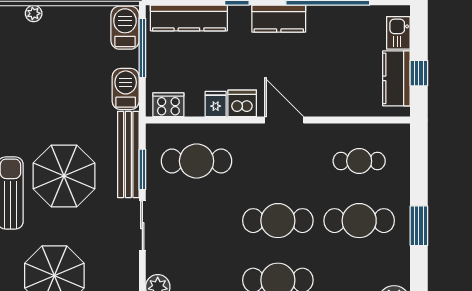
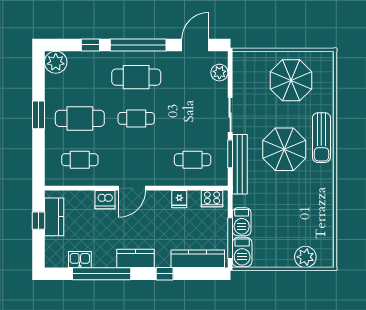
plant: (34, 13) -> (305, 257), width x1.88, depth x1.88
kitchen sink: (398, 33) -> (80, 259), moved, turned -90
barbecue: (126, 89) -> (242, 222), moved
dishwasher: (242, 103) -> (105, 200), moved
door: (284, 120) -> (132, 188), hinge flipped
cafe table: (197, 161) -> (193, 160), width x0.73, depth x0.74
cafe table: (278, 221) -> (136, 118), width x0.73, depth x0.74

